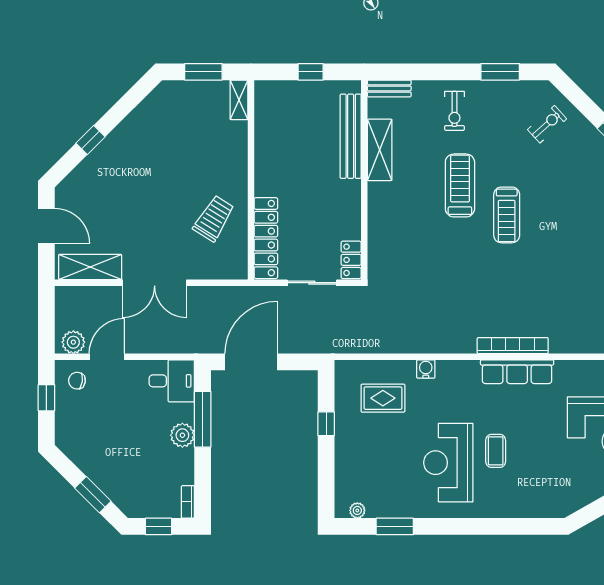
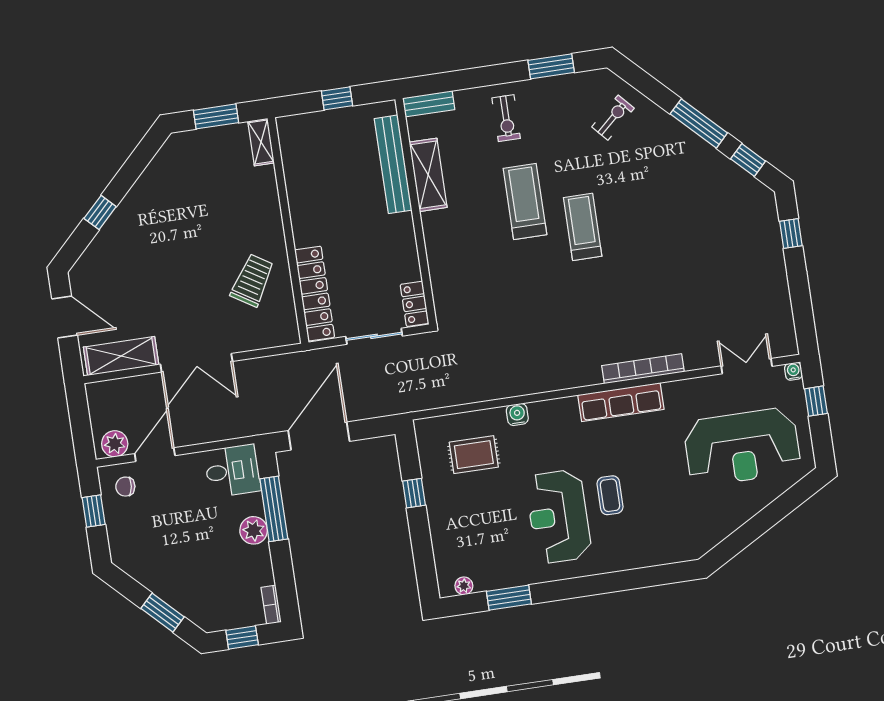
treadmill: (507, 215) -> (583, 227), turned 180
bookcase: (513, 346) -> (643, 369), moved

